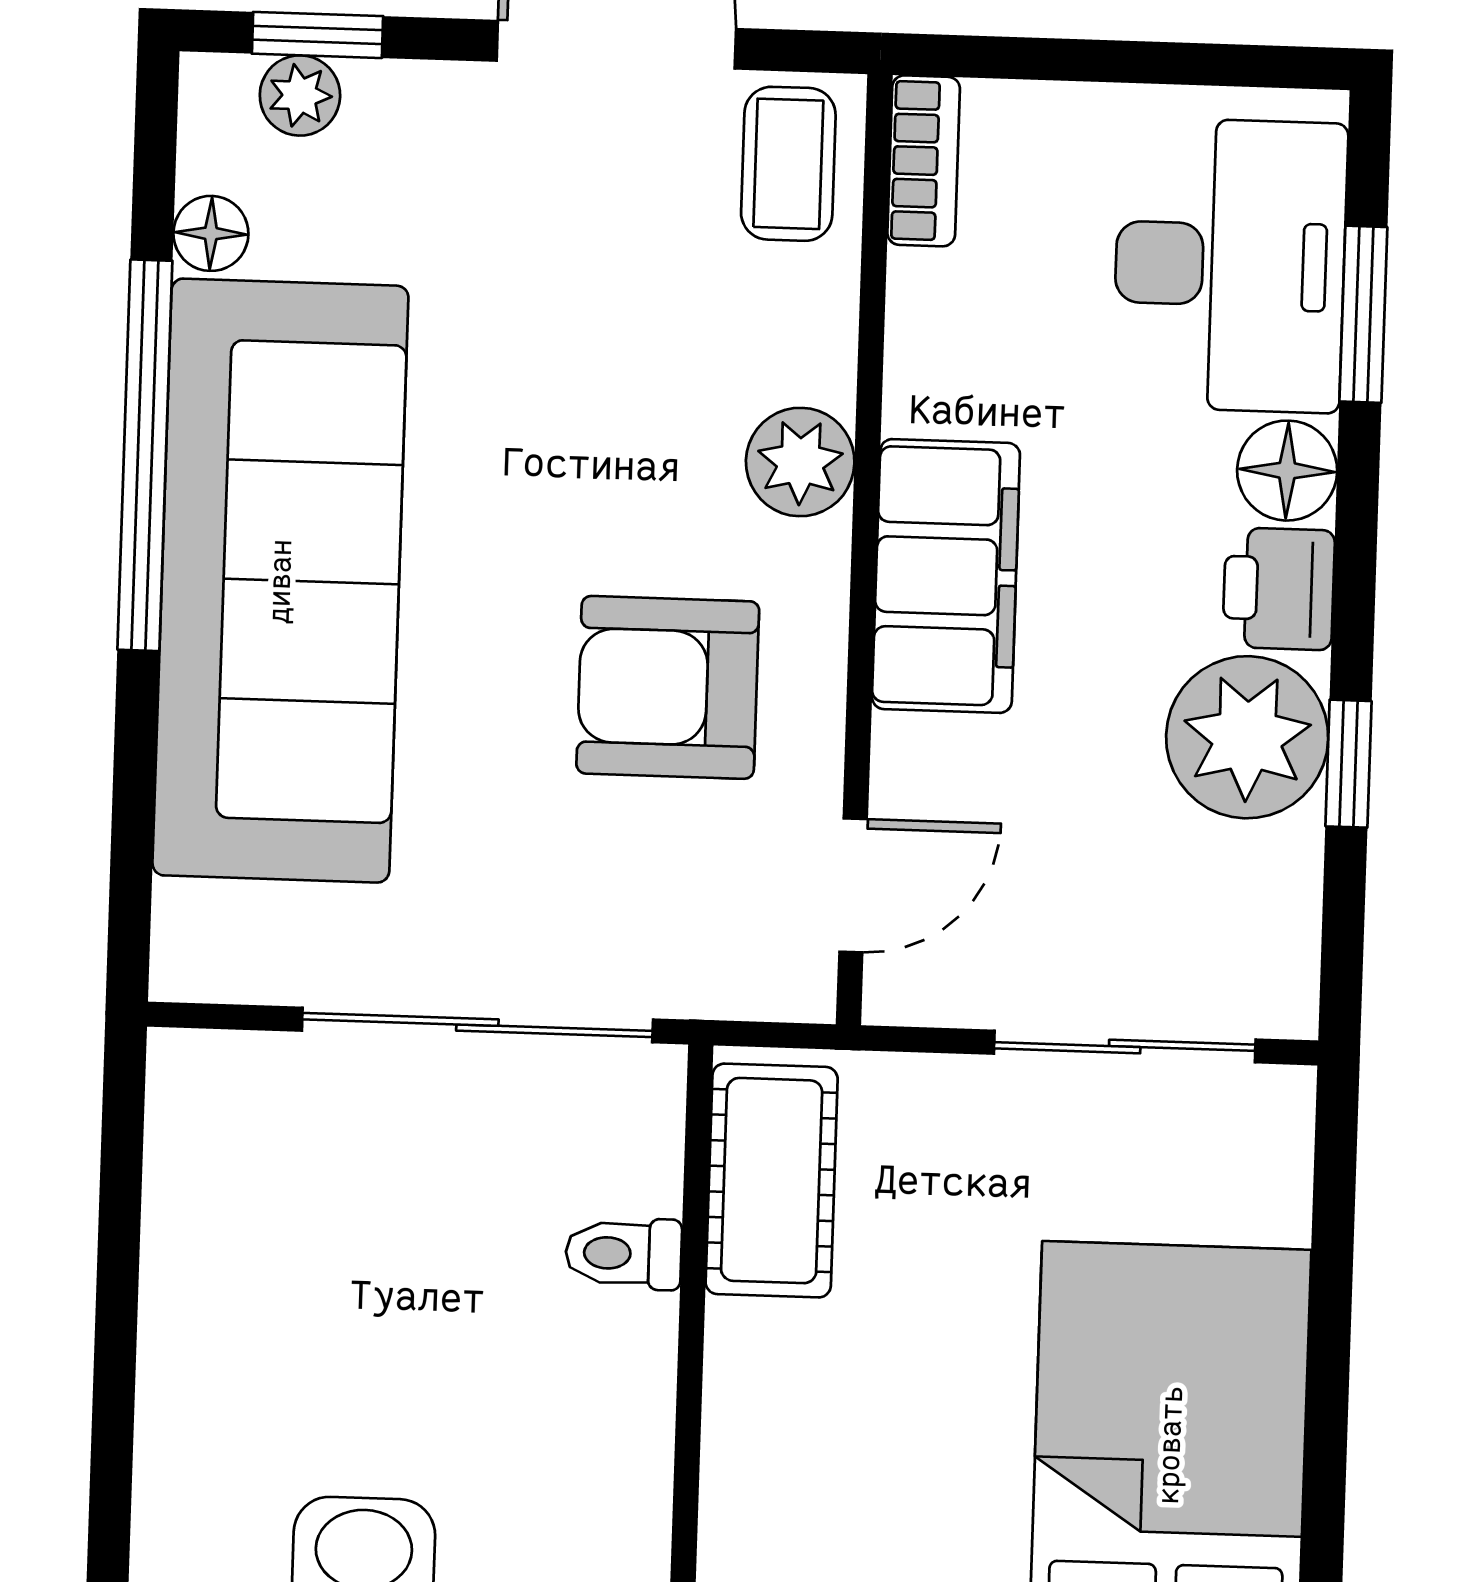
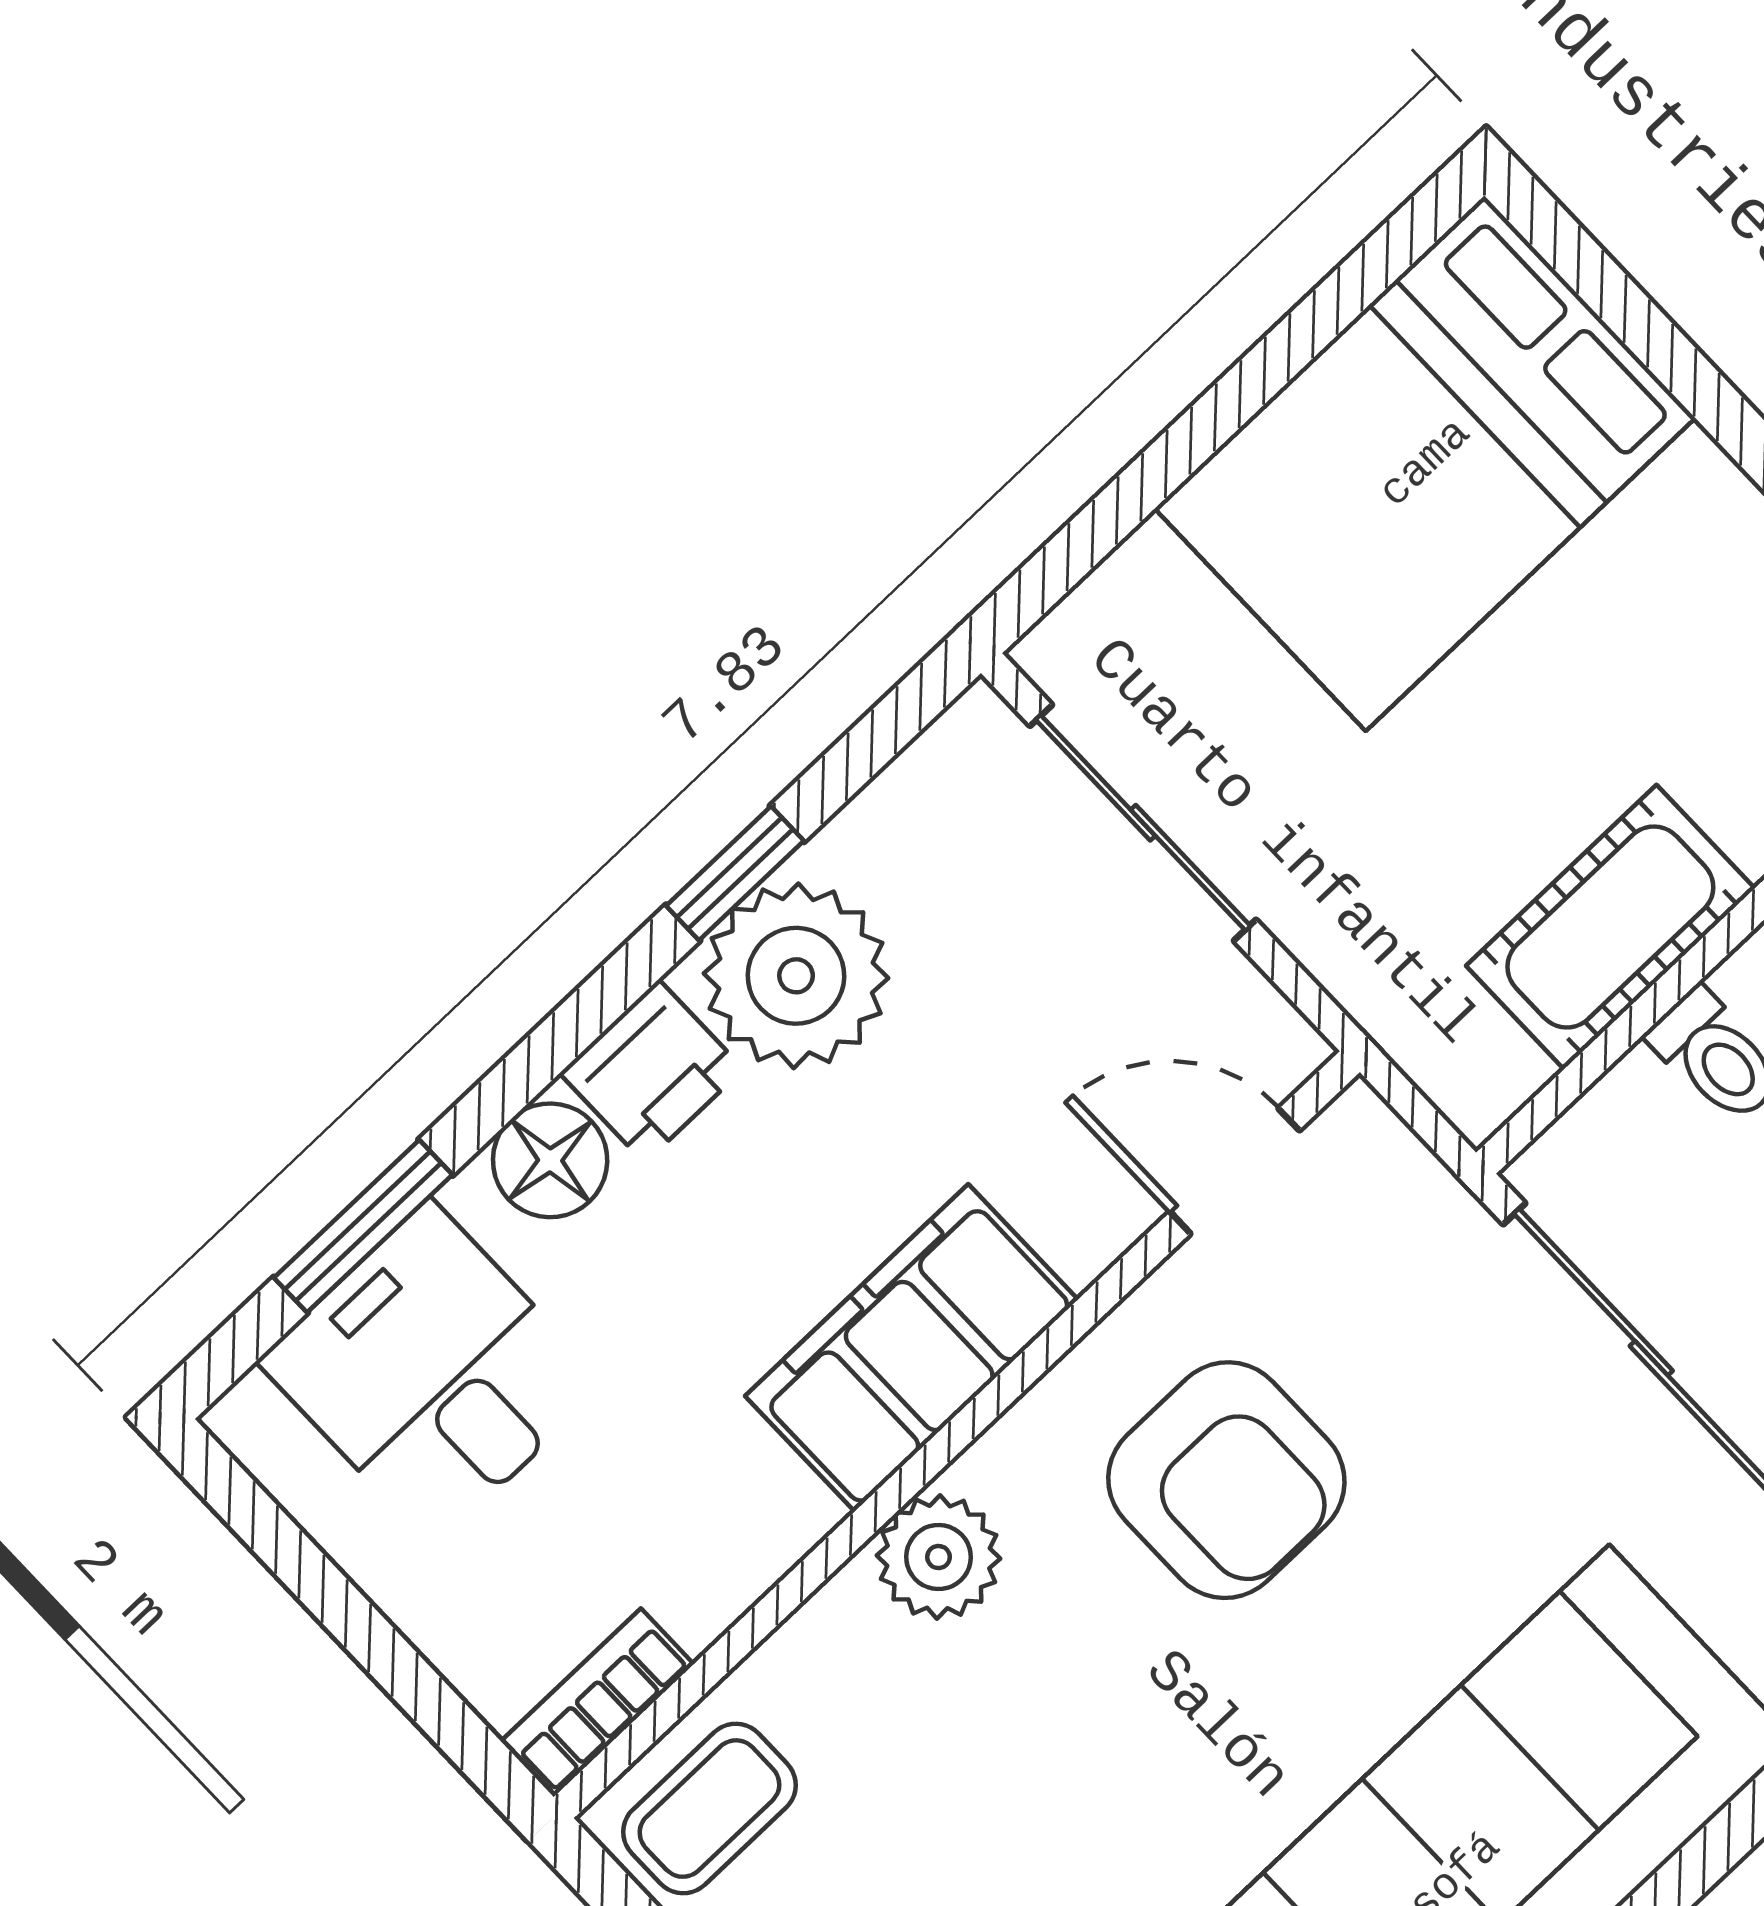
desk: (1230, 265) -> (432, 1373), width x0.73
cot: (772, 1181) -> (1610, 927), moved

